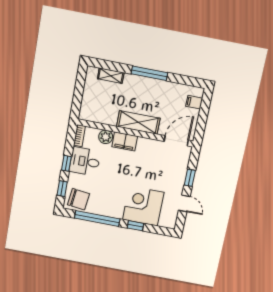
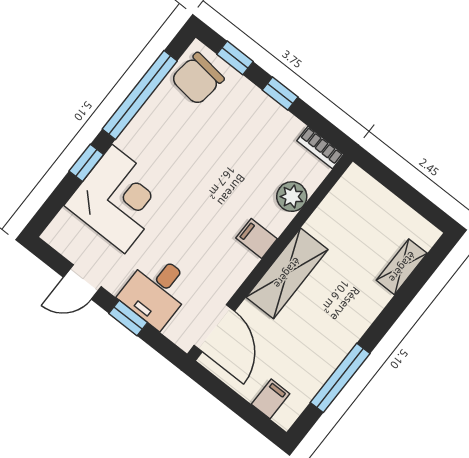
window: (149, 73) -> (340, 378), moved
filing cabinet: (125, 141) -> (256, 238), width x0.50
desk: (85, 161) -> (156, 291), moved, turned 180

